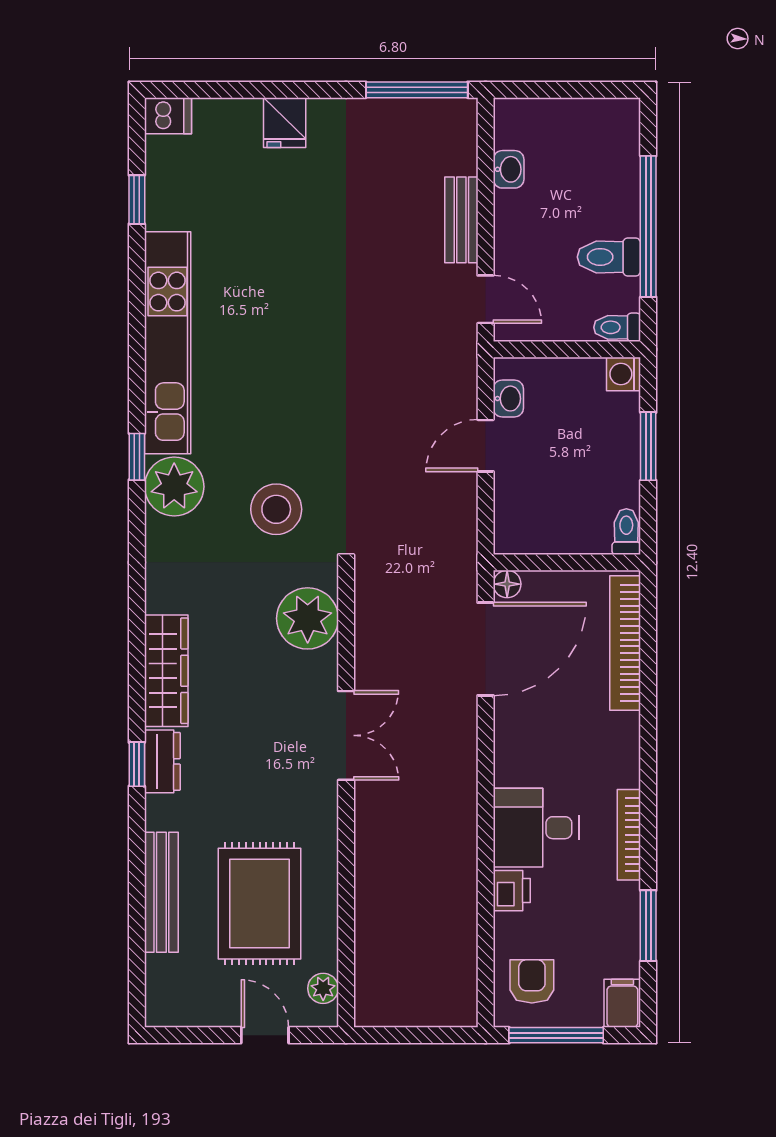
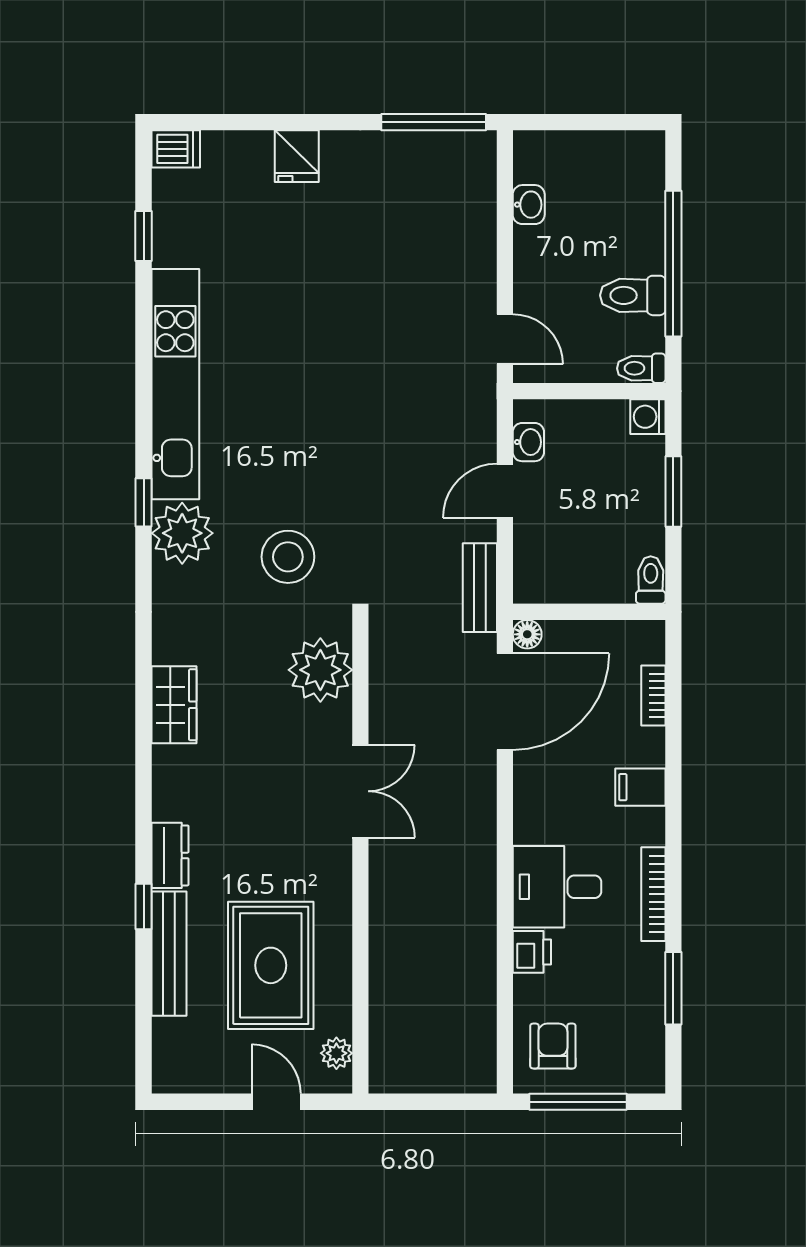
bench: (461, 220) -> (480, 588), moved
bookcase: (625, 643) -> (653, 695), width x0.43, depth x0.76
wardrobe: (166, 671) -> (174, 705), width x0.67
dresser: (162, 761) -> (170, 855), moved
window: (137, 764) -> (144, 907), moved
filing cabinet: (622, 1003) -> (640, 787), moved, turned -90

